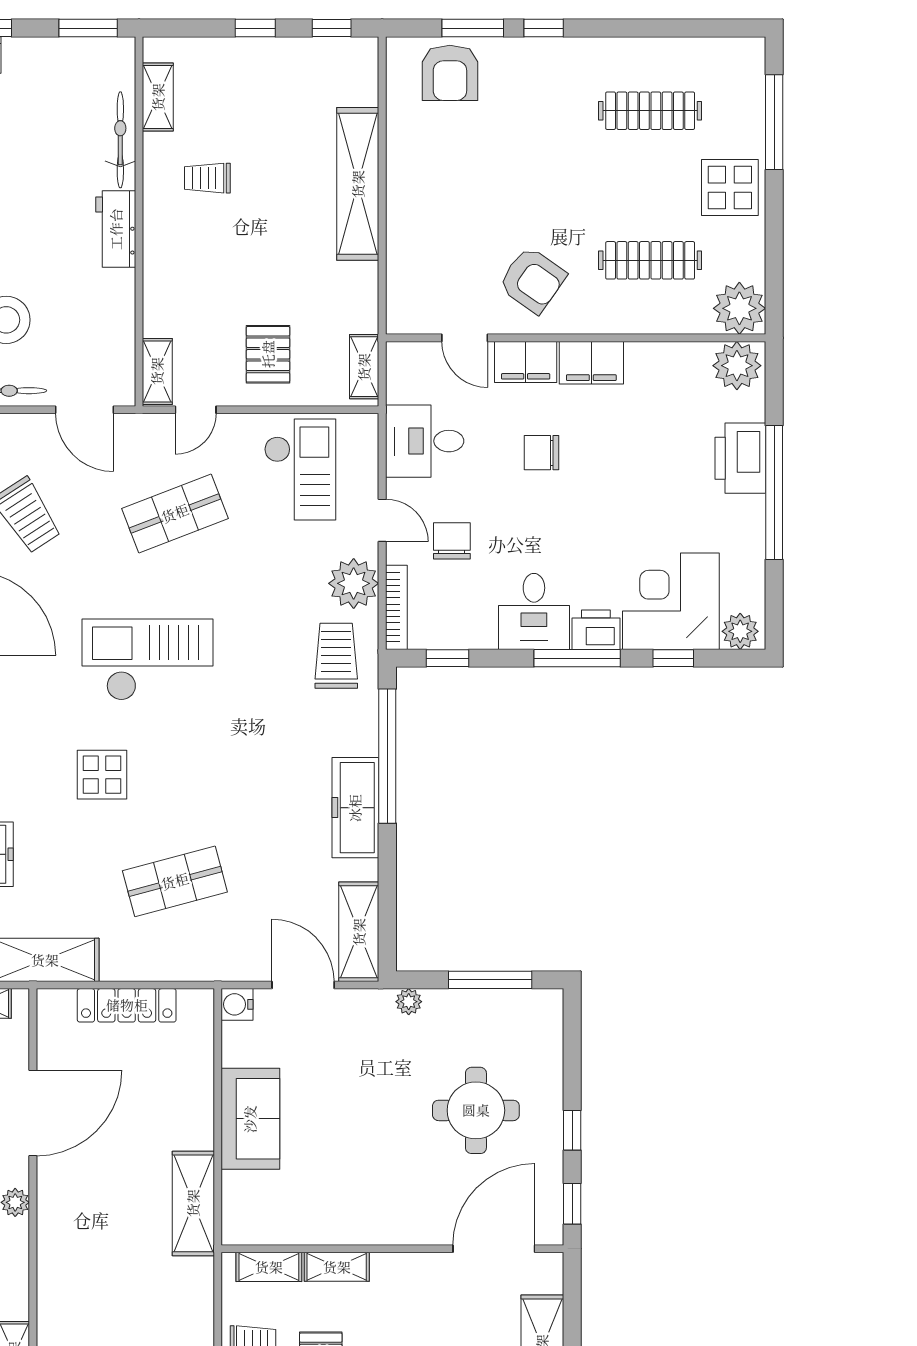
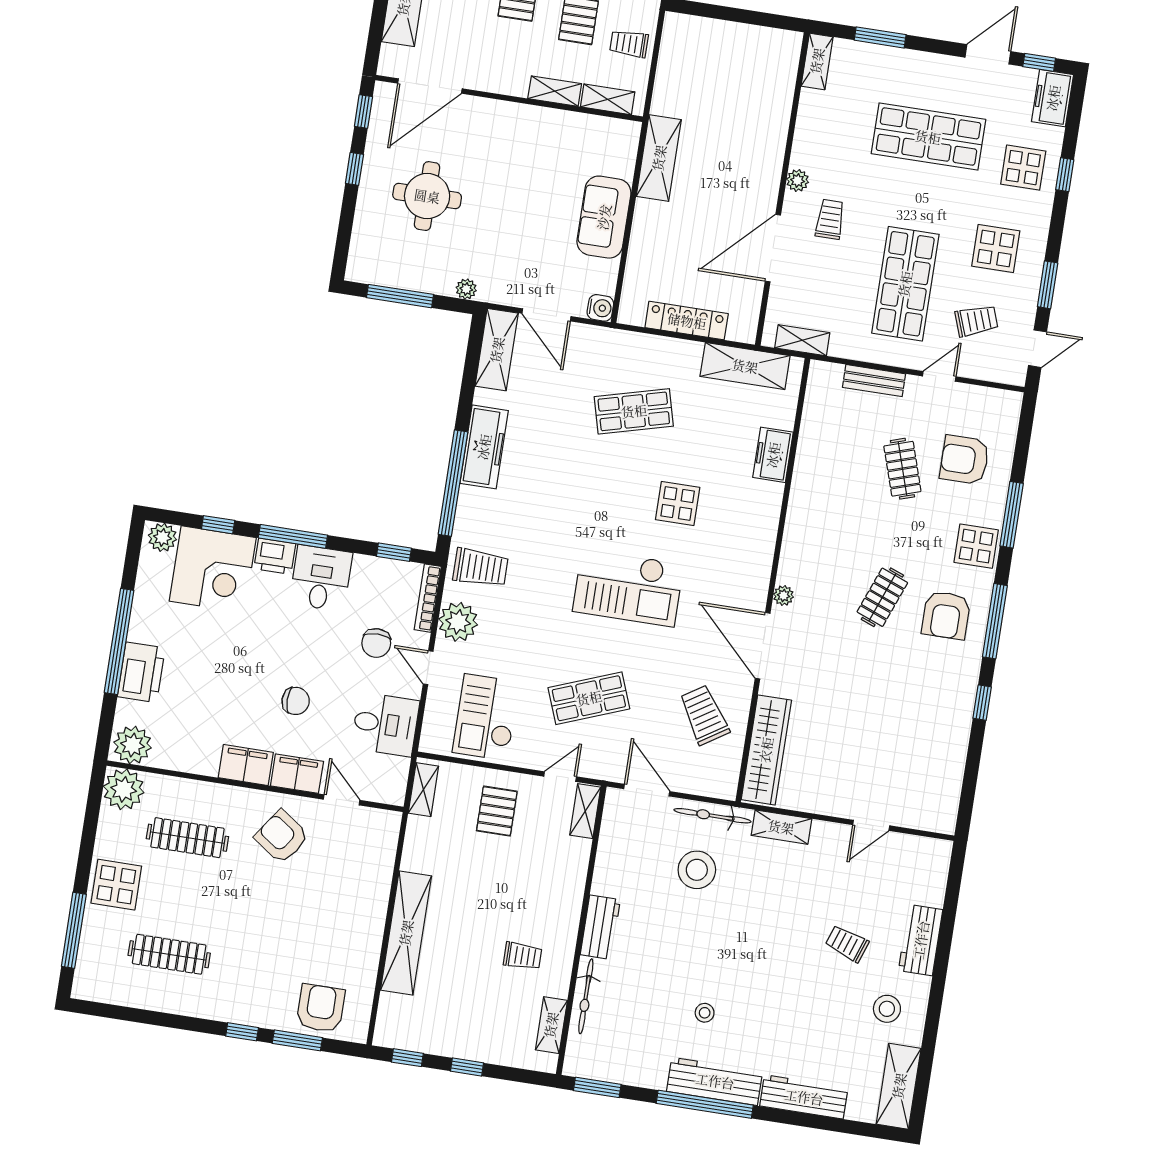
trolley: (336, 656) -> (481, 568), turned -90

